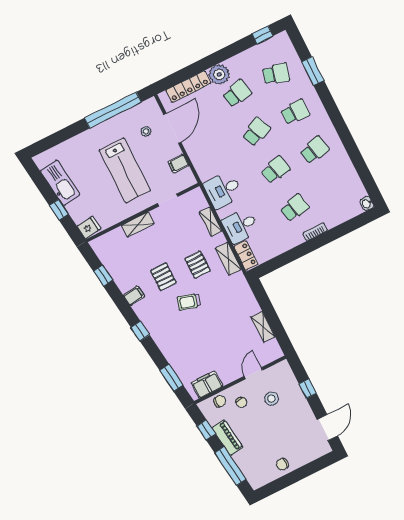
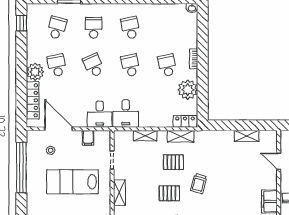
lab bench: (125, 170) -> (73, 182), turned 180
desk: (240, 226) -> (100, 114), moved
plant: (280, 242) -> (188, 90), added

